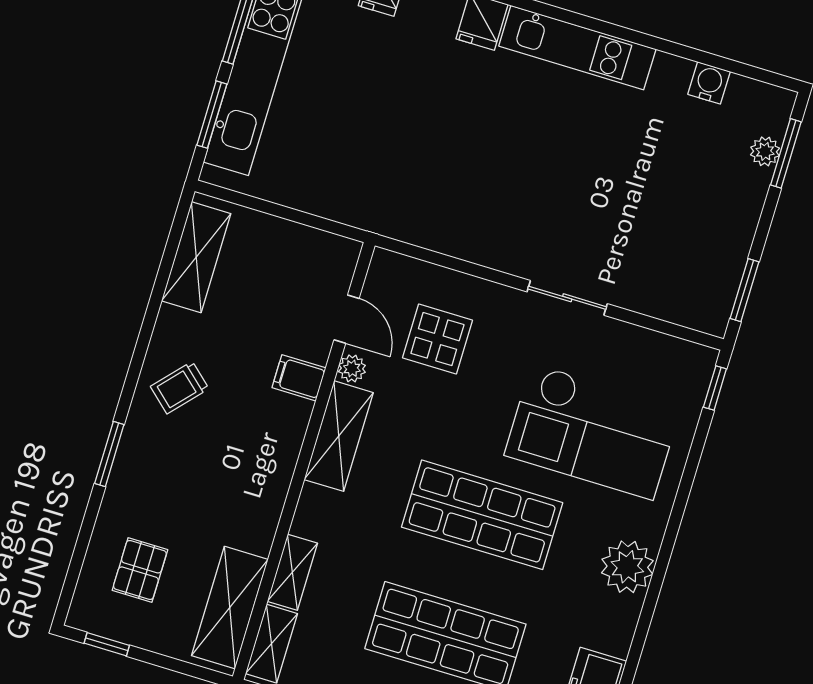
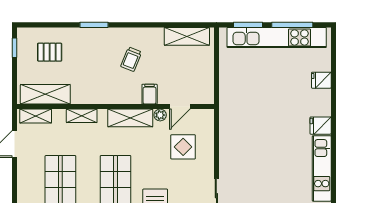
trolley: (180, 388) -> (131, 59), moved, turned -110
shelving: (292, 572) -> (82, 116), moved

